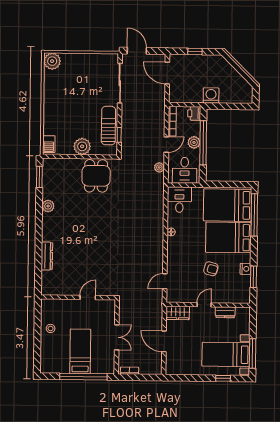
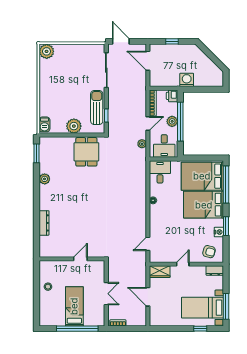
armchair: (211, 269) -> (209, 252), moved
window: (253, 277) -> (226, 226), moved
dresser: (225, 312) -> (215, 271), moved

